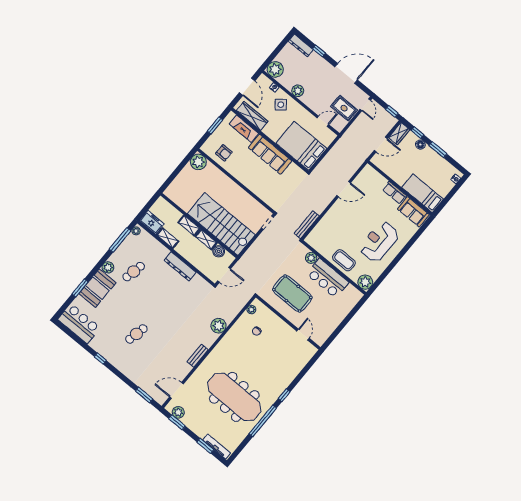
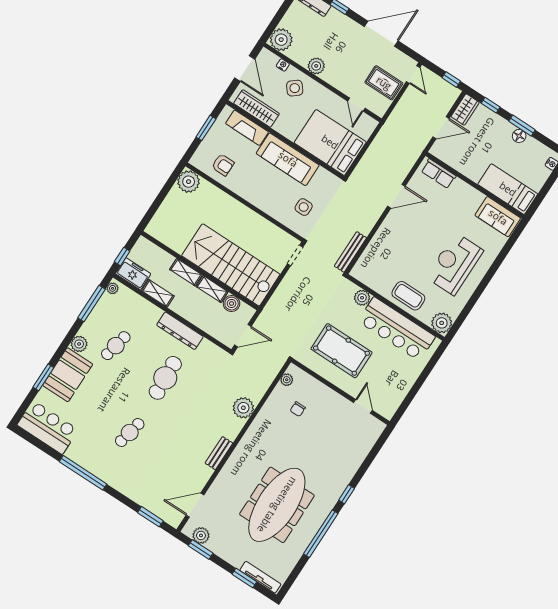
door: (323, 121) -> (356, 105), swing flipped
floor lamp: (420, 145) -> (519, 136), moved
side table: (277, 189) -> (304, 207), added
row of seats: (395, 193) -> (439, 174), moved
window: (145, 209) -> (122, 257), added
bar counter: (328, 278) -> (397, 329), width x1.36
cafe table: (166, 298) -> (165, 378), added
window: (100, 359) -> (83, 473), width x3.17
meeting table: (234, 397) -> (277, 505), turned 90

